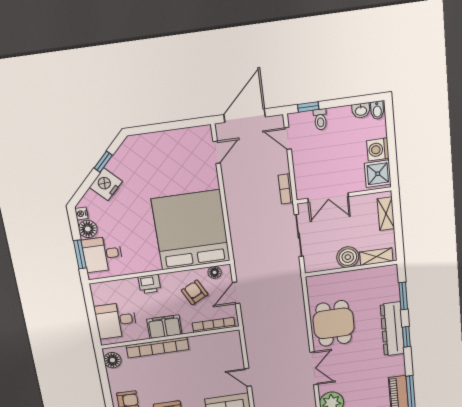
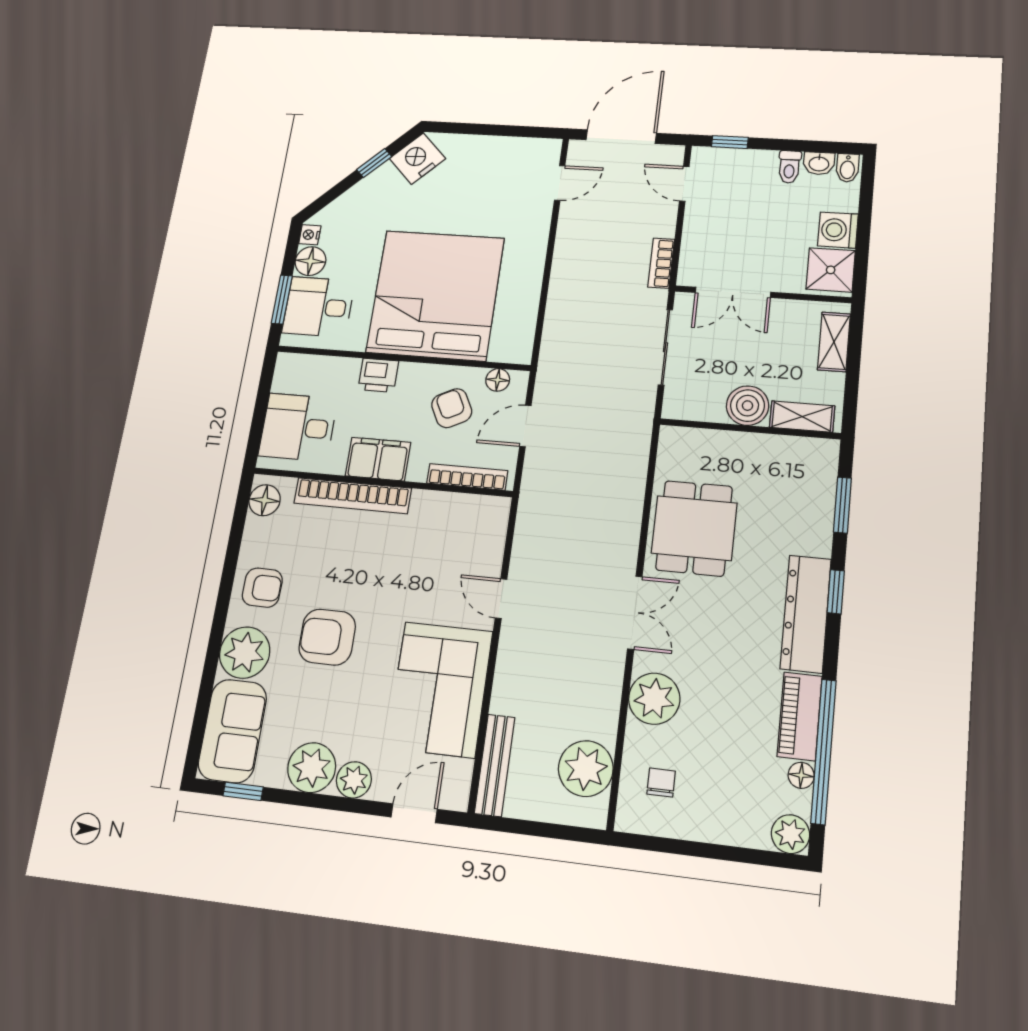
toilet: (320, 119) -> (789, 167), moved
nightstand: (106, 184) -> (417, 159), moved
bed: (191, 230) -> (435, 295), moved
dresser: (392, 329) -> (806, 614), moved

